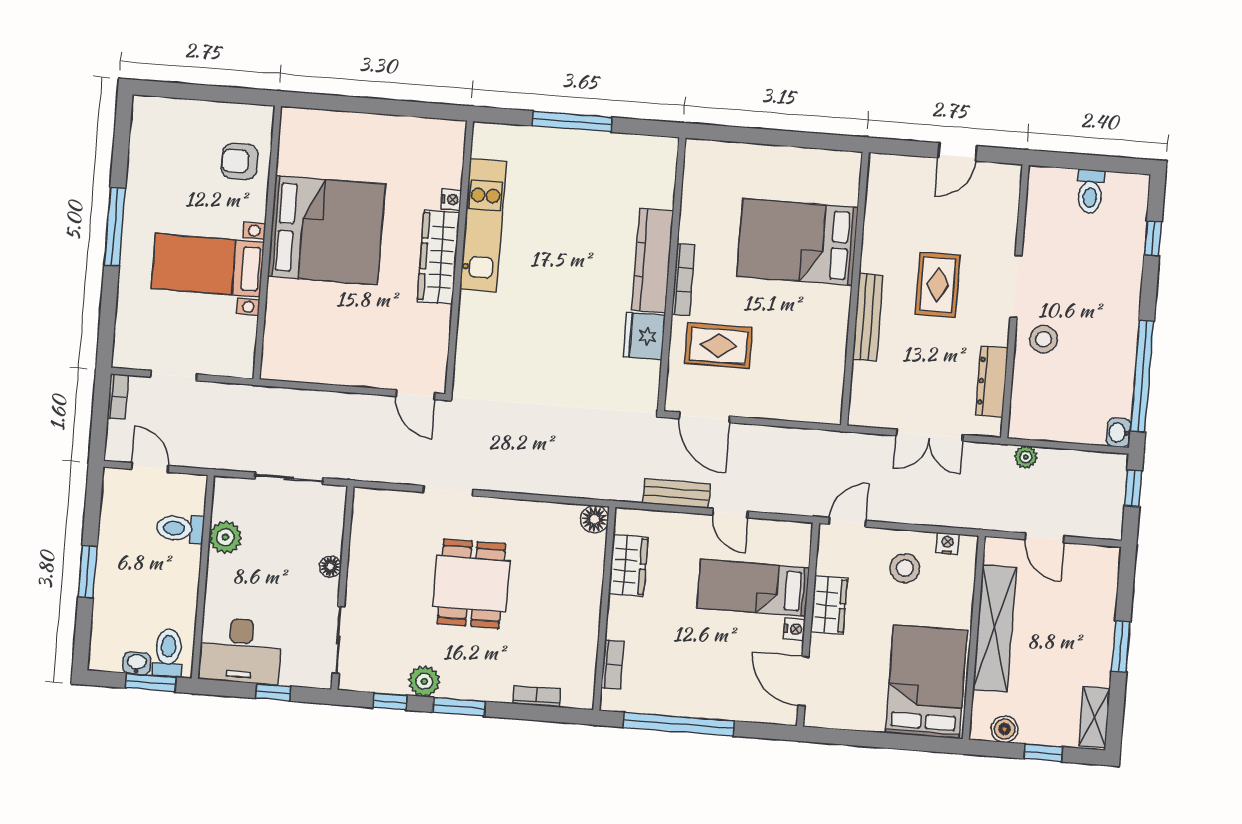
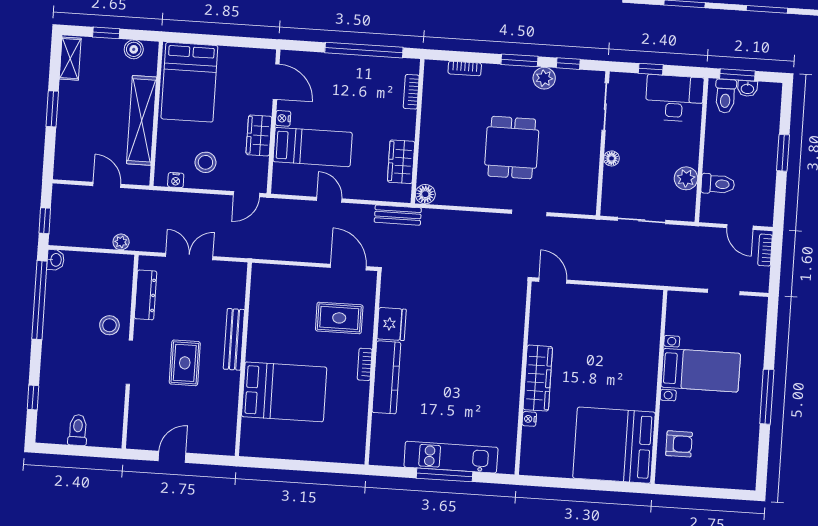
kitchen unit: (483, 225) -> (451, 457), moved, turned 90
bed: (326, 230) -> (614, 445), moved
bookcase: (683, 279) -> (365, 364), width x0.64
bookcase: (118, 397) -> (765, 250), moved
bench: (677, 493) -> (398, 215), moved

